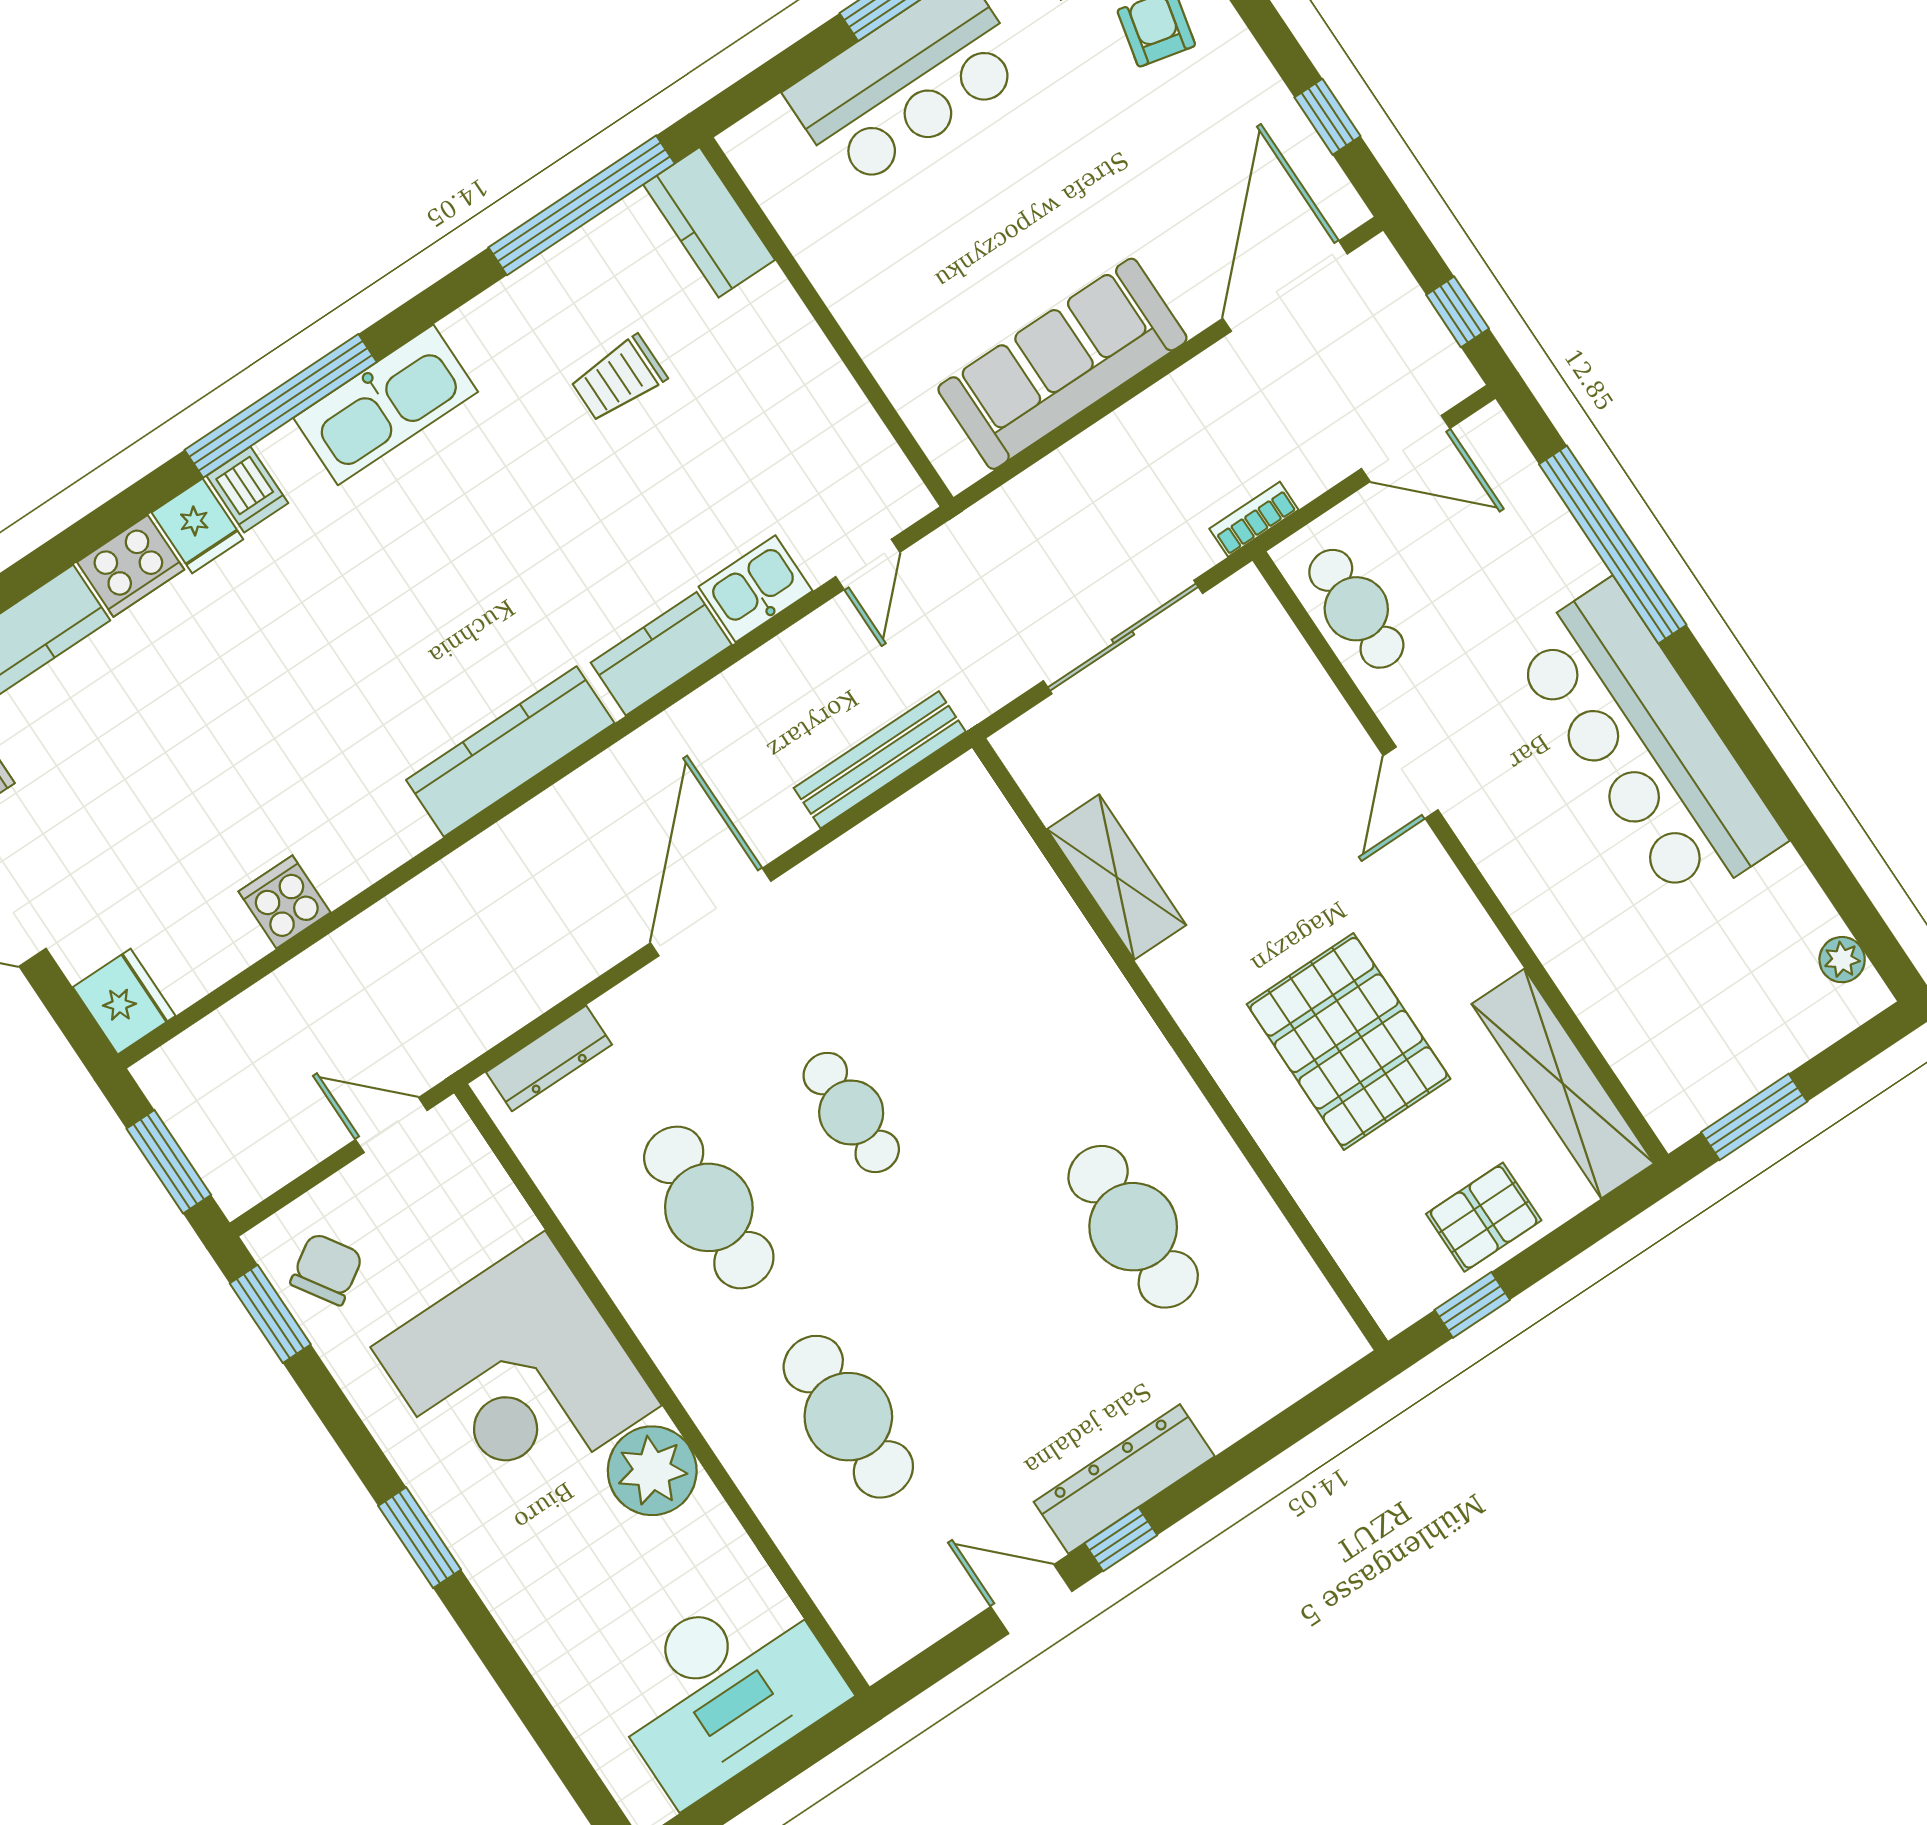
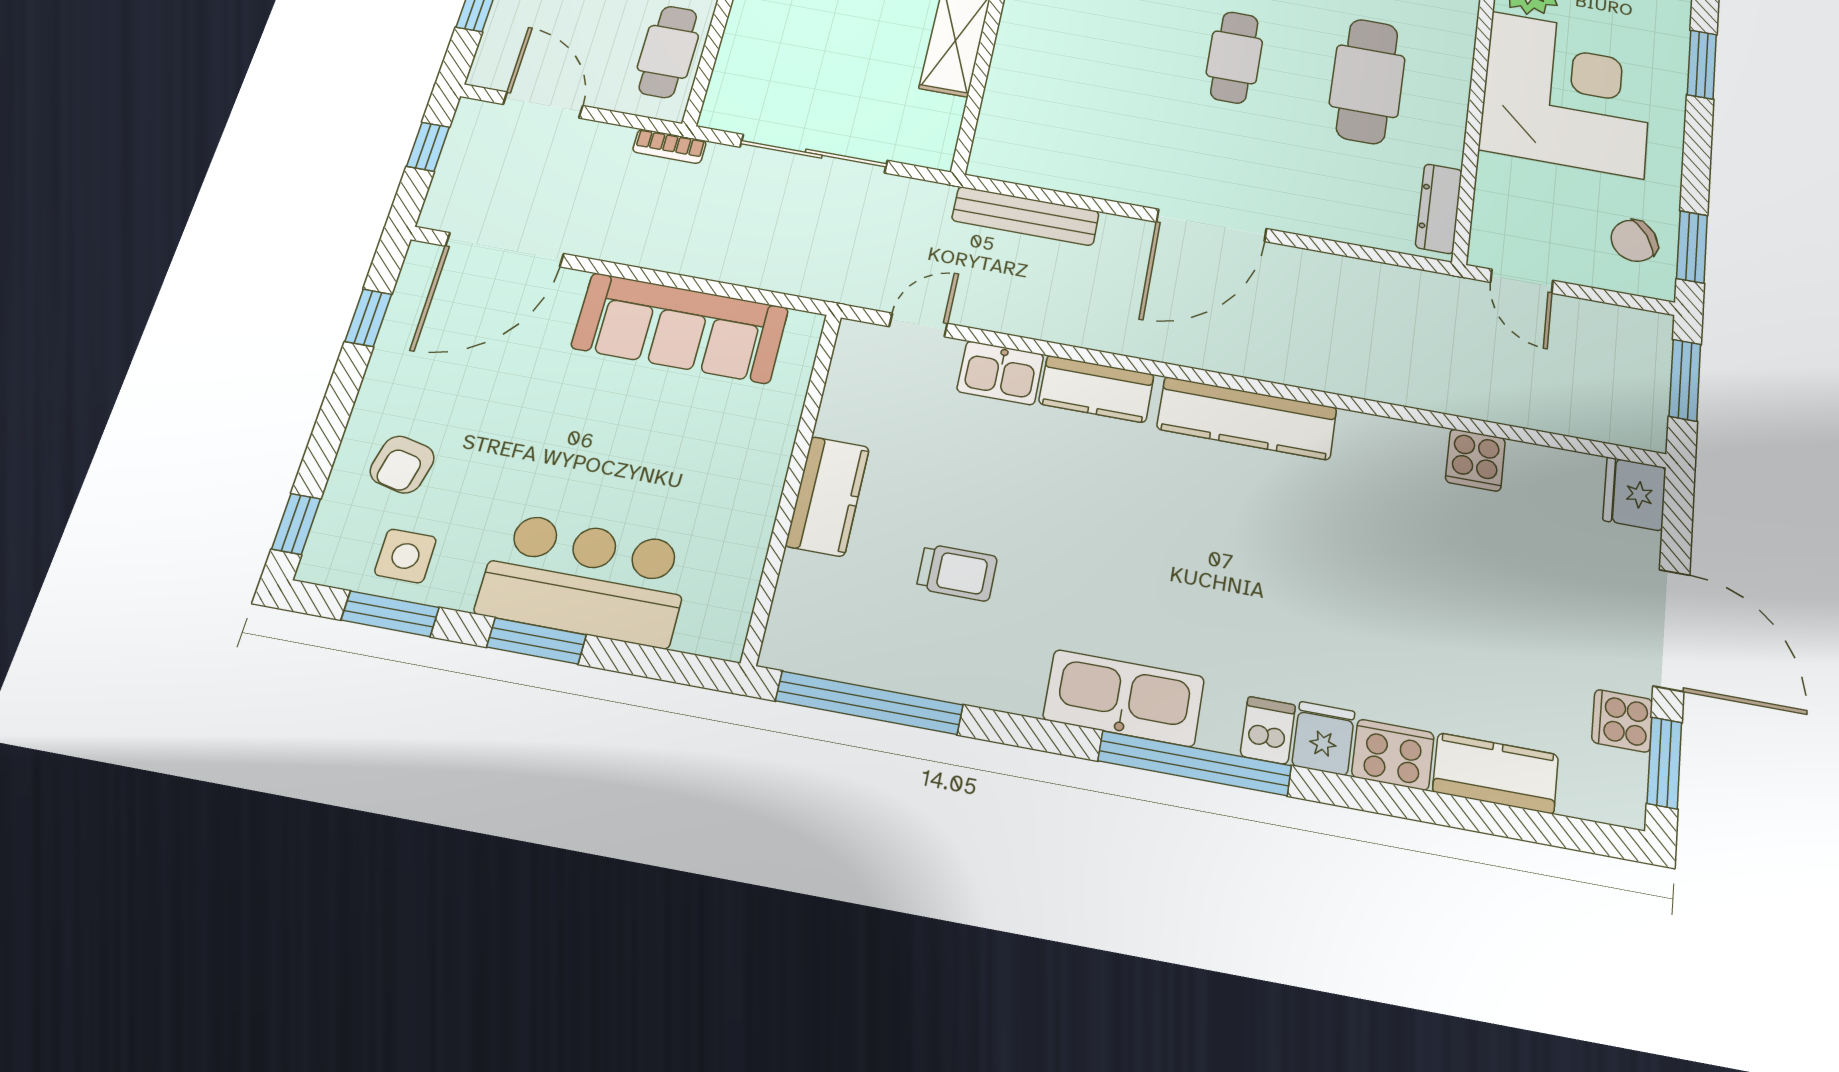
kitchen counter: (709, 222) -> (828, 496), moved
dresser: (549, 1058) -> (1439, 209), moved, turned -90

